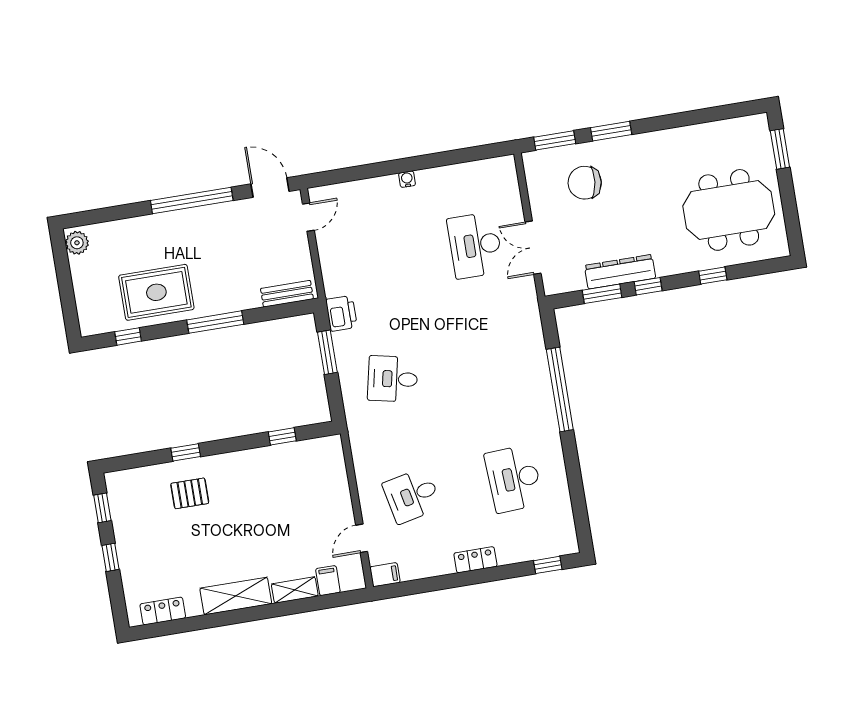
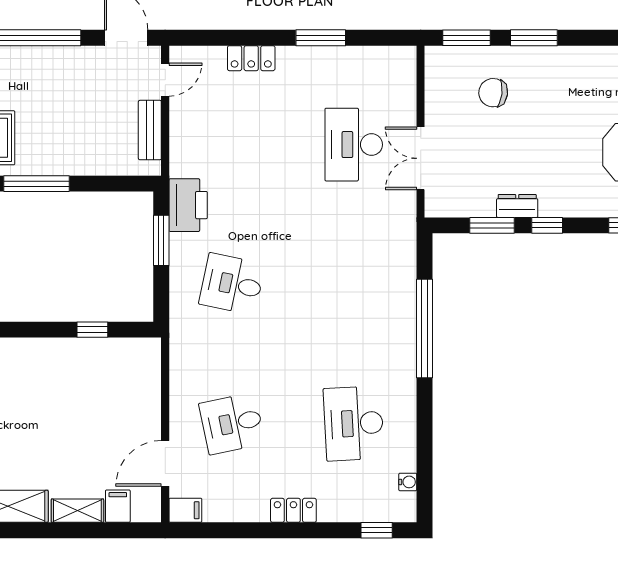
window: (433, 161) -> (321, 38), added
water cooler: (407, 179) -> (408, 482), moved, turned 90
chair: (585, 183) -> (493, 93), width x0.73, depth x0.73
locker: (377, 187) -> (251, 58), added
dresser: (620, 272) -> (517, 206), width x0.51, depth x0.80
bench: (287, 294) -> (150, 130), moved, turned 90
printer: (341, 313) -> (188, 205), width x1.37, depth x1.19
door: (362, 538) -> (165, 463), width x1.38

